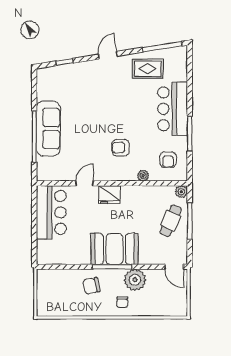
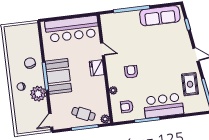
sofa: (48, 129) -> (160, 16), moved
bar counter: (51, 212) -> (72, 29), width x1.36

